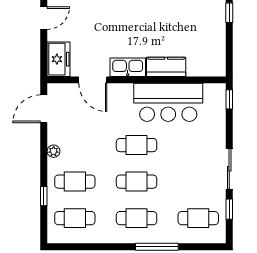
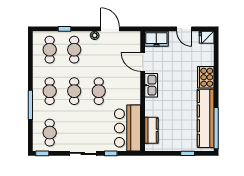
kitchen counter: (166, 67) -> (151, 130), moved
door: (93, 80) -> (143, 62), hinge flipped
window: (229, 99) -> (111, 153), moved
bar counter: (168, 102) -> (127, 128), moved
door: (44, 109) -> (110, 29), moved
window: (229, 209) -> (42, 153), moved

